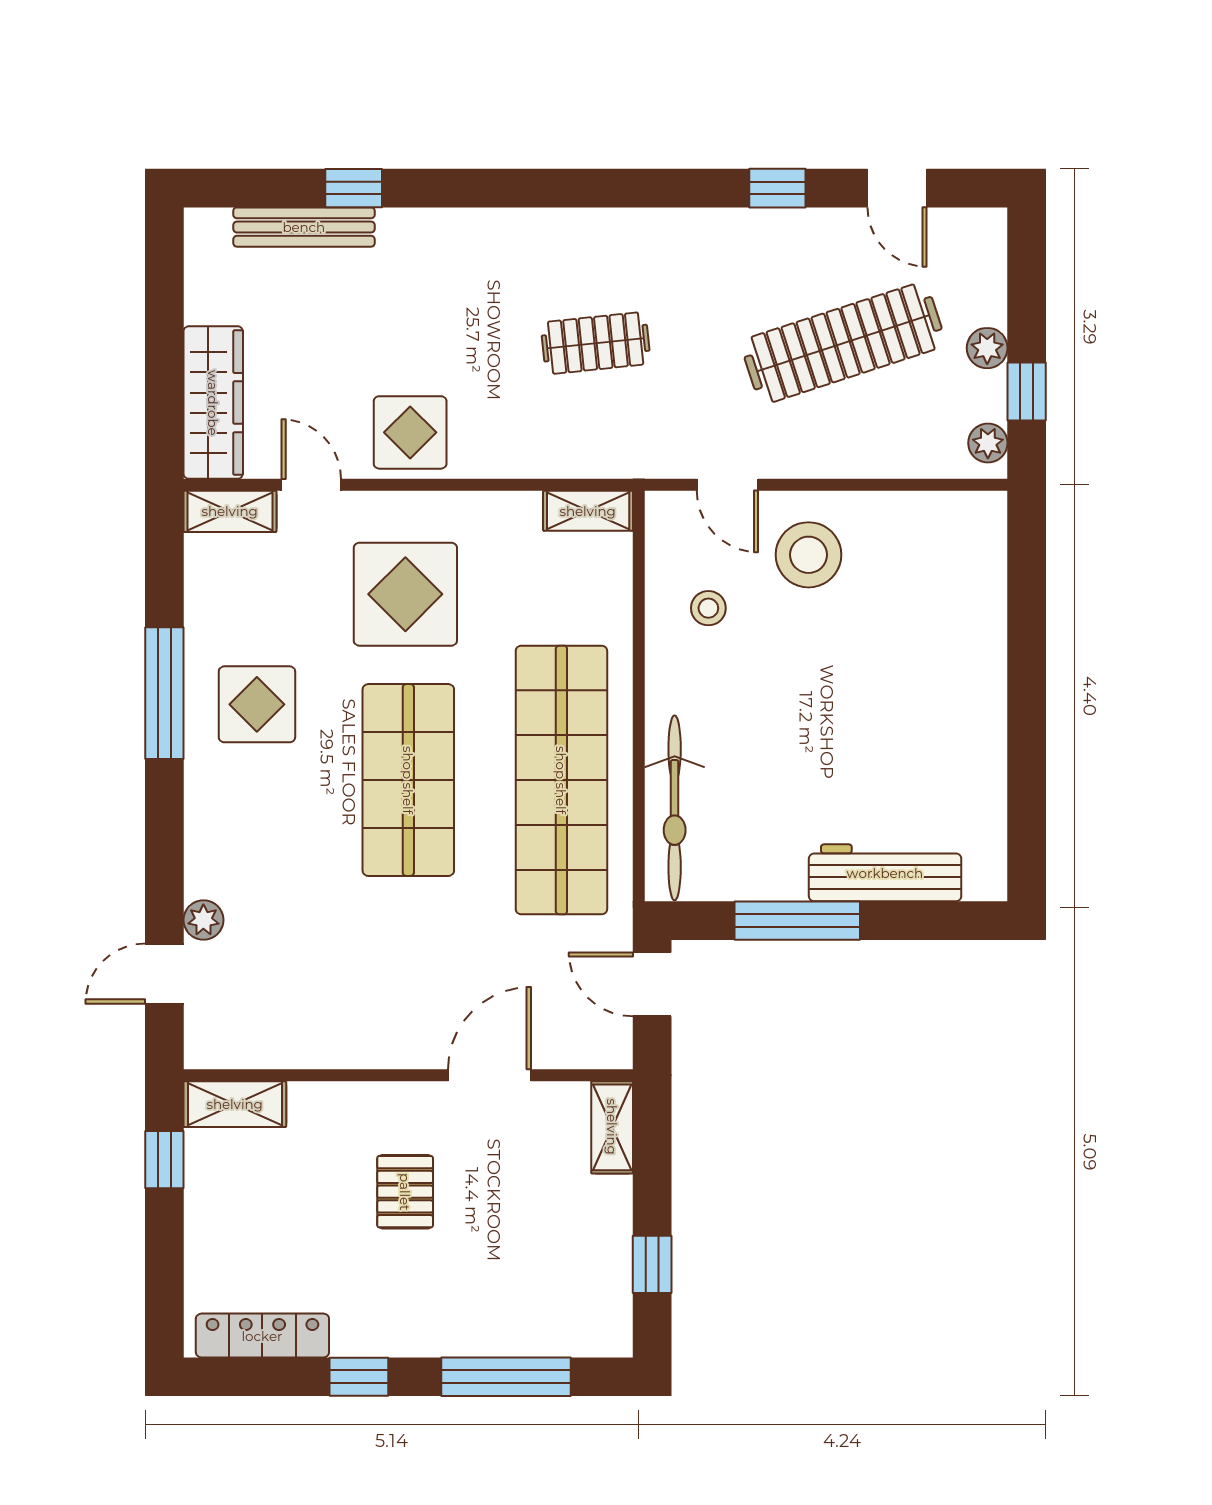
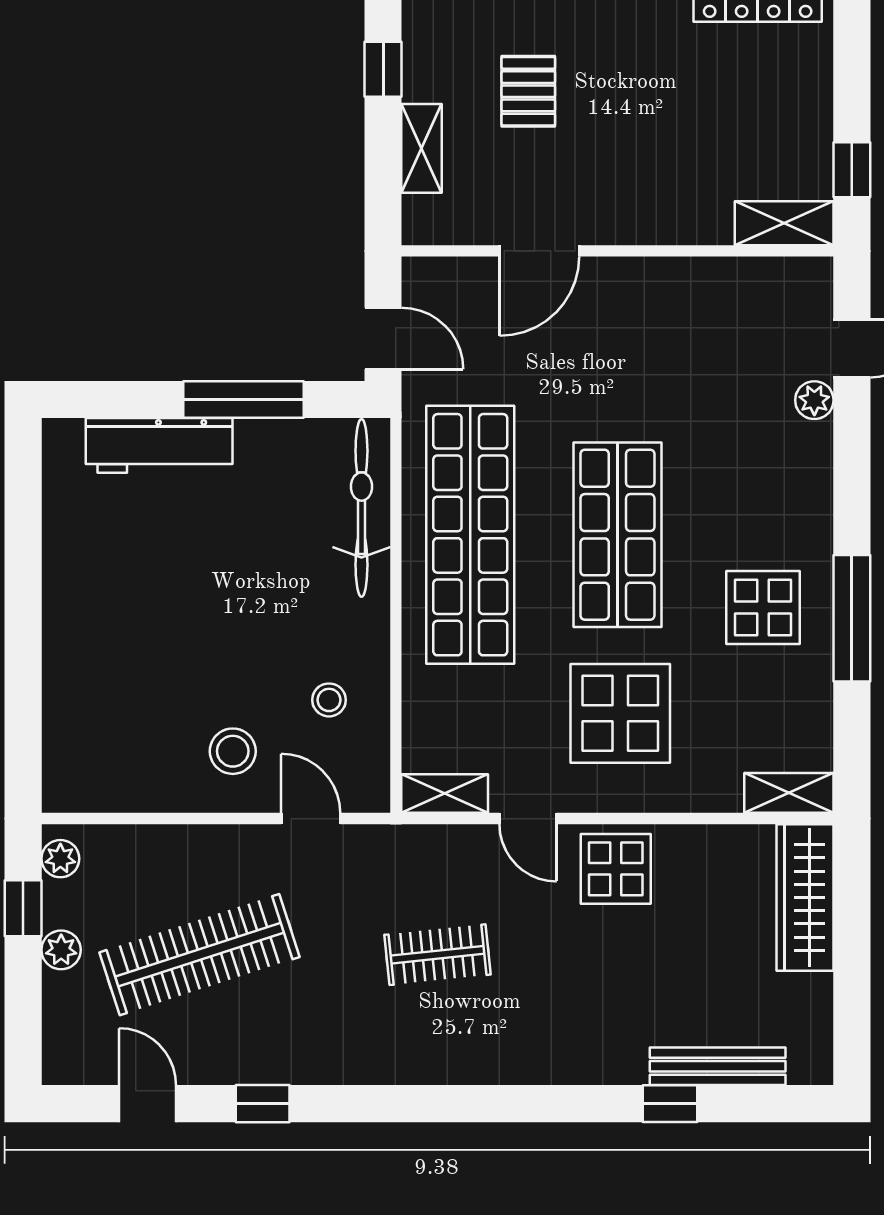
door: (311, 485) -> (528, 819), moved
stool: (809, 555) -> (233, 751), width x0.73, depth x0.73
shelving: (612, 1127) -> (422, 148), moved
pallet: (405, 1192) -> (528, 91), moved

